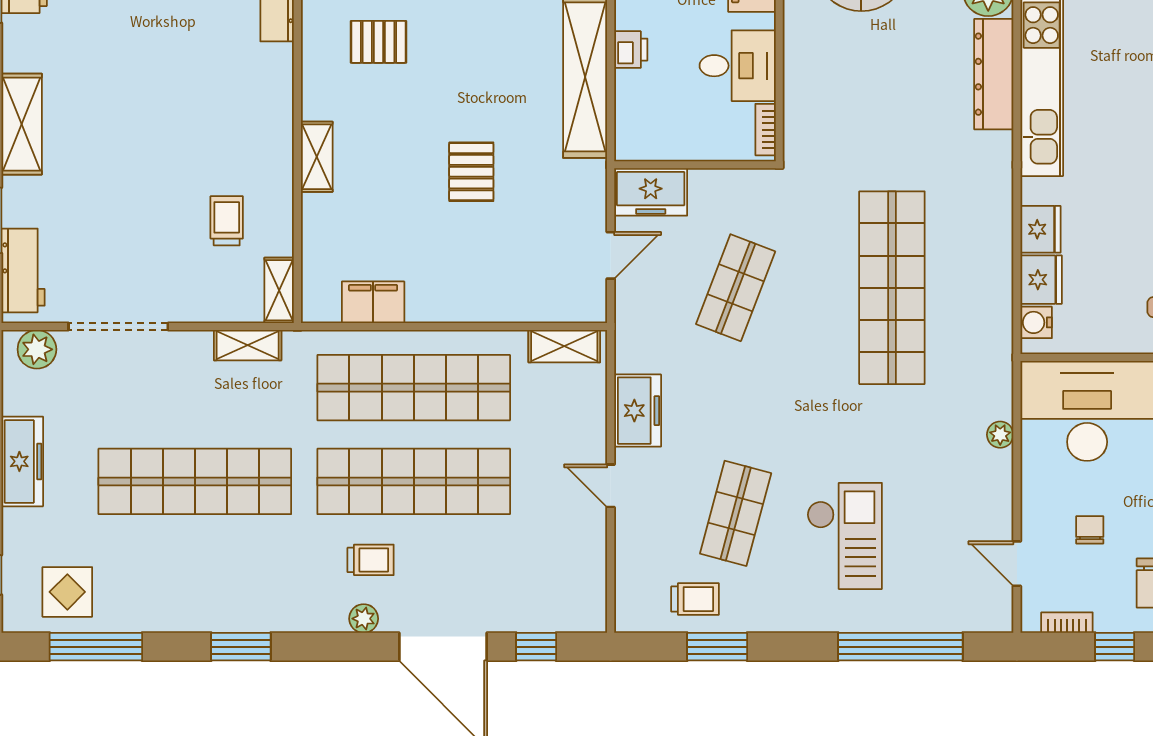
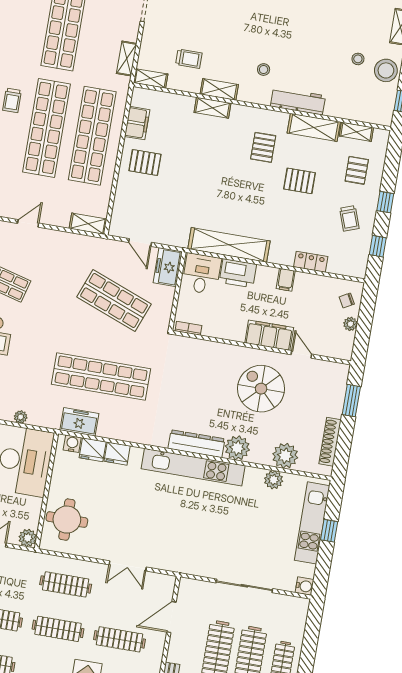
printer: (631, 50) -> (238, 273), width x1.87, depth x1.48
desk: (738, 66) -> (201, 274), moved, turned 180
stool: (223, 68) -> (264, 70), added
shelving: (277, 150) -> (219, 89), added
pallet: (471, 172) -> (145, 162), moved
shop shelf: (736, 288) -> (114, 300), width x1.43, depth x1.36
shelving: (564, 346) -> (88, 224), moved, turned 90
freezer: (638, 411) -> (79, 422), moved, turned 180

